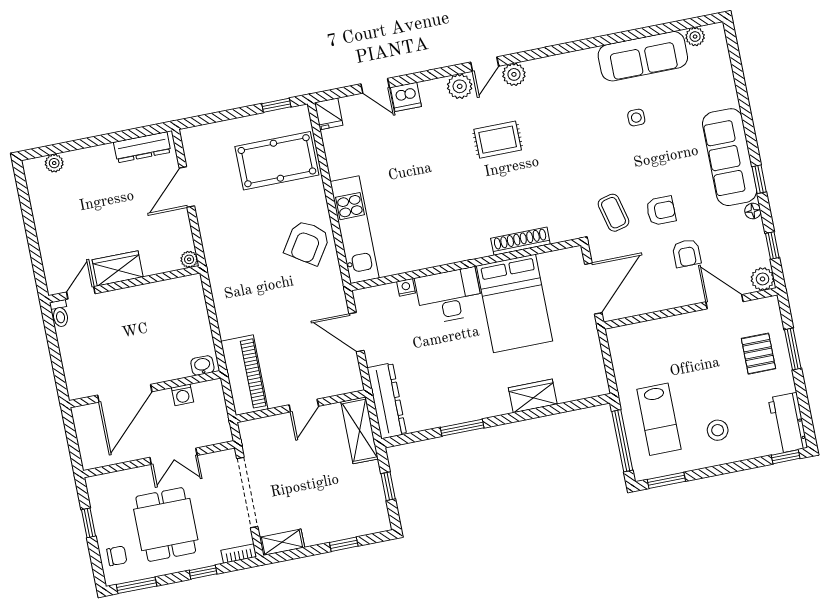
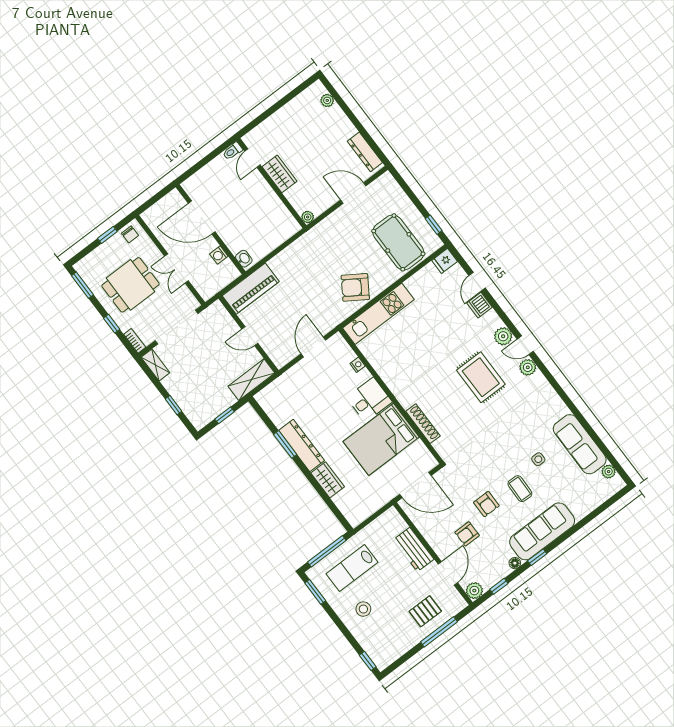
rug: (498, 140) -> (481, 377), width x1.36, depth x1.43
coffee table: (614, 213) -> (520, 489), moved, turned -74
door: (81, 293) -> (252, 158), swing flipped
desk: (449, 296) -> (369, 400), width x0.73
window: (793, 349) -> (439, 632), width x1.44
dresser: (387, 401) -> (302, 445), moved, turned -90
workbench: (788, 423) -> (414, 549), moved, turned -90
chair: (117, 556) -> (130, 234), moved

